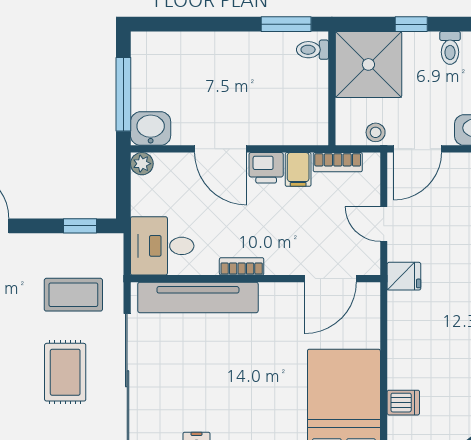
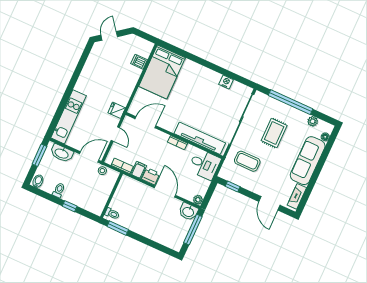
shower: (368, 64) -> (93, 198), removed
rug: (65, 372) -> (274, 133), moved

